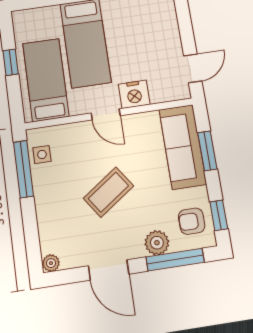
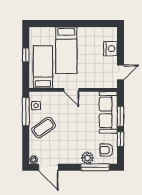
nightstand: (134, 94) -> (110, 49), moved, turned -90
coffee table: (108, 192) -> (44, 128), moved
window: (219, 215) -> (120, 139), moved
door: (109, 270) -> (48, 167), moved

